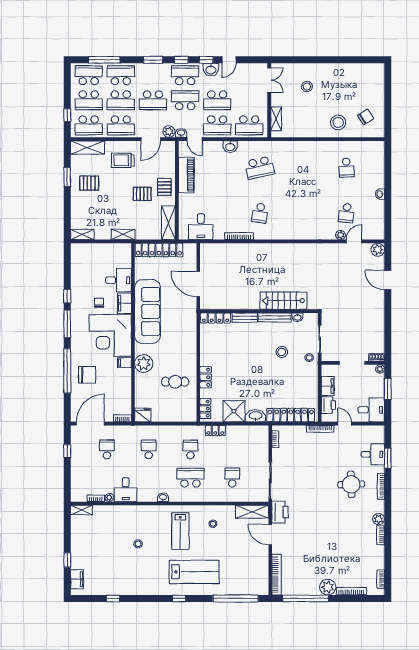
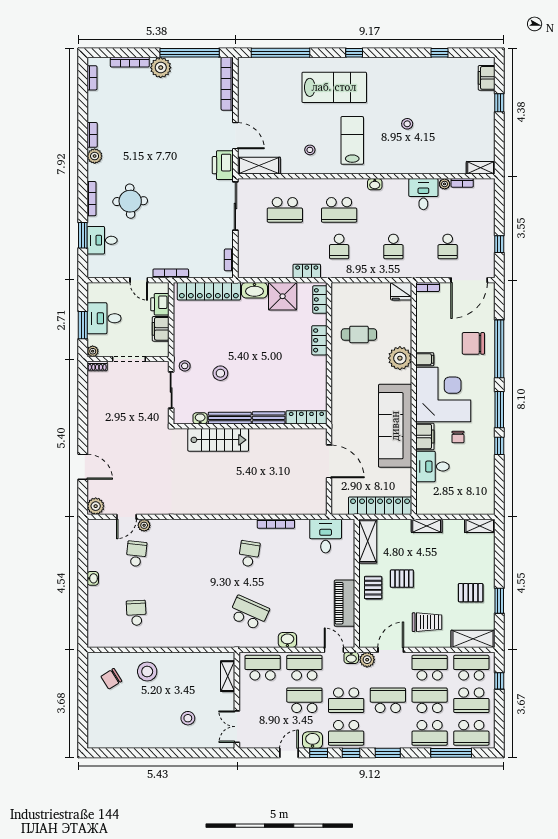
school desk: (89, 100) -> (471, 700), turned 180
school desk: (260, 168) -> (249, 613), turned 36
desk: (371, 410) -> (104, 318), moved
school desk: (232, 478) -> (285, 210), width x1.85
lab bench: (194, 572) -> (334, 87), turned 180

